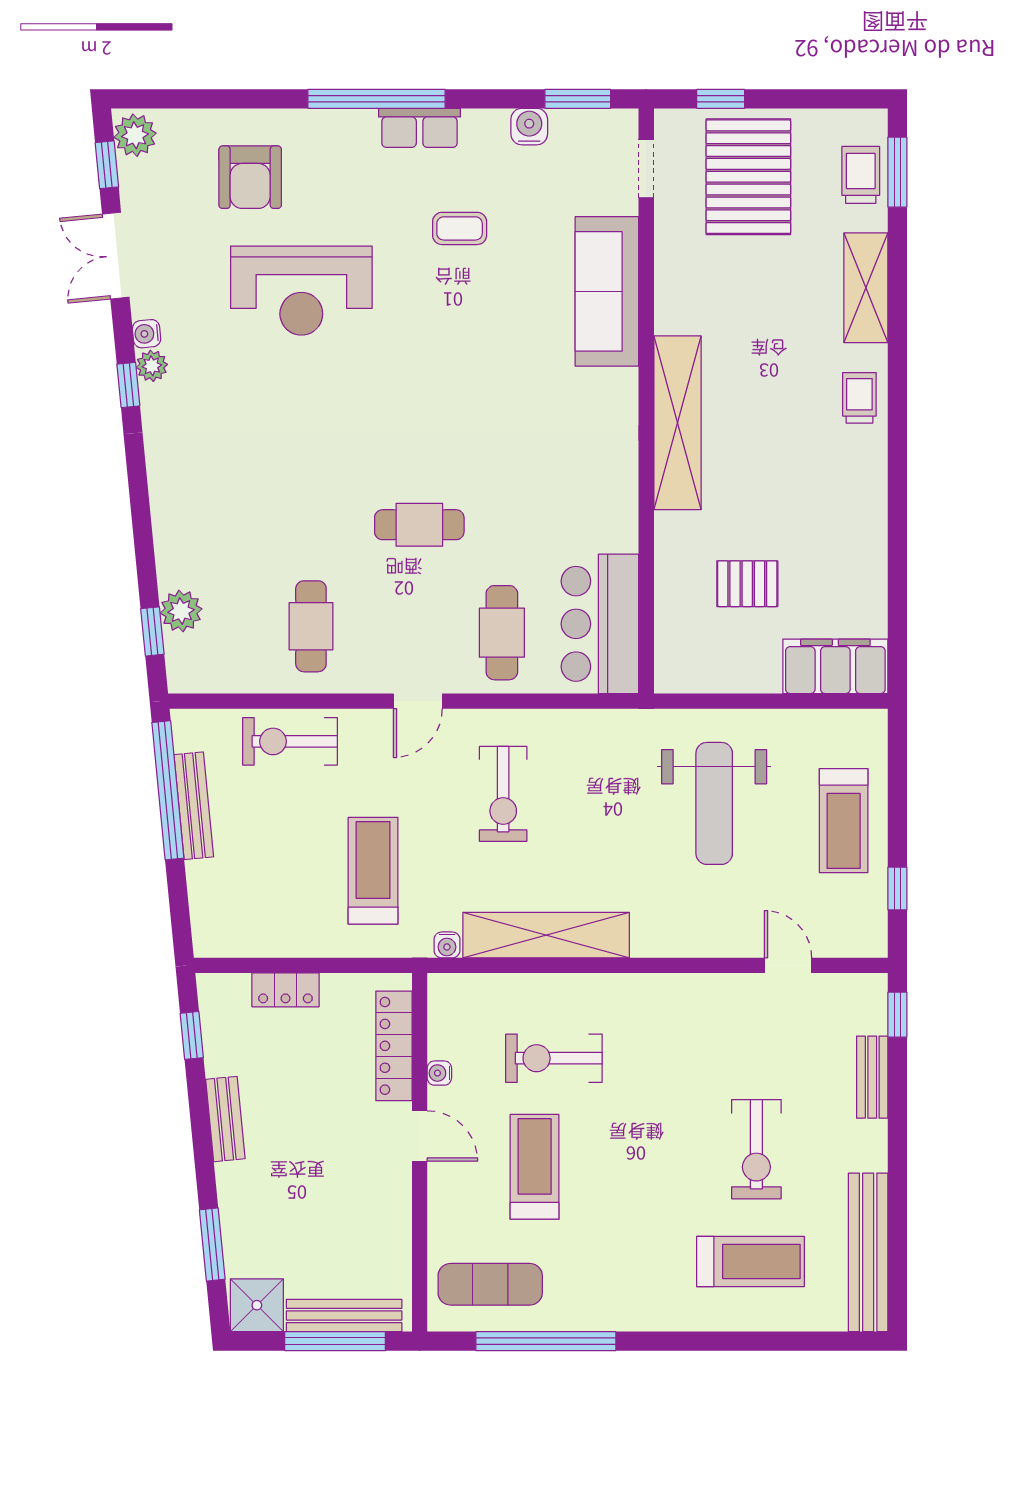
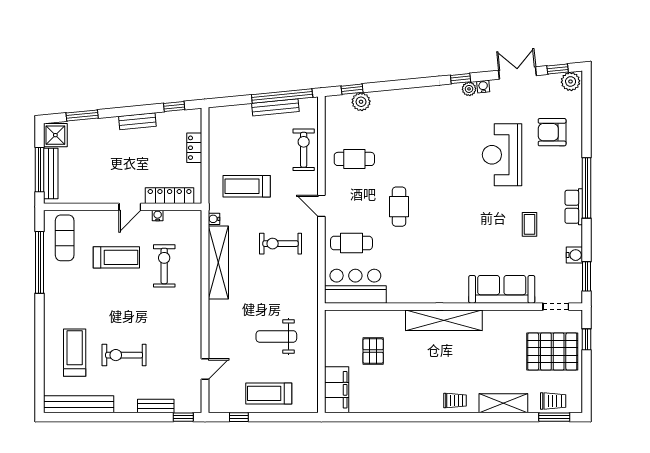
weight bench: (714, 803) -> (276, 336), width x0.73, depth x0.75
treadmill: (373, 871) -> (247, 186), turned 180
treadmill: (751, 1261) -> (75, 353), turned 180

